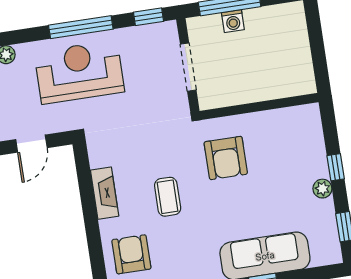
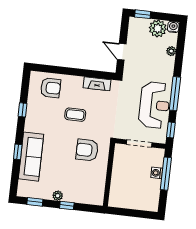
reception desk: (79, 72) -> (154, 105), moved
fireplace: (105, 193) -> (97, 84), moved

